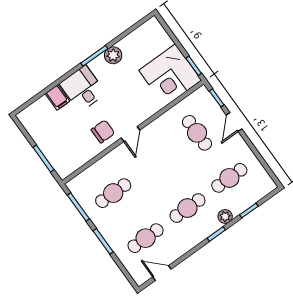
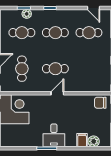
plant: (113, 55) -> (94, 141), moved
desk: (83, 89) -> (54, 135), moved
chair: (103, 131) -> (100, 103), moved
cafe table: (113, 193) -> (55, 69), moved
plant: (225, 216) -> (27, 14), moved

